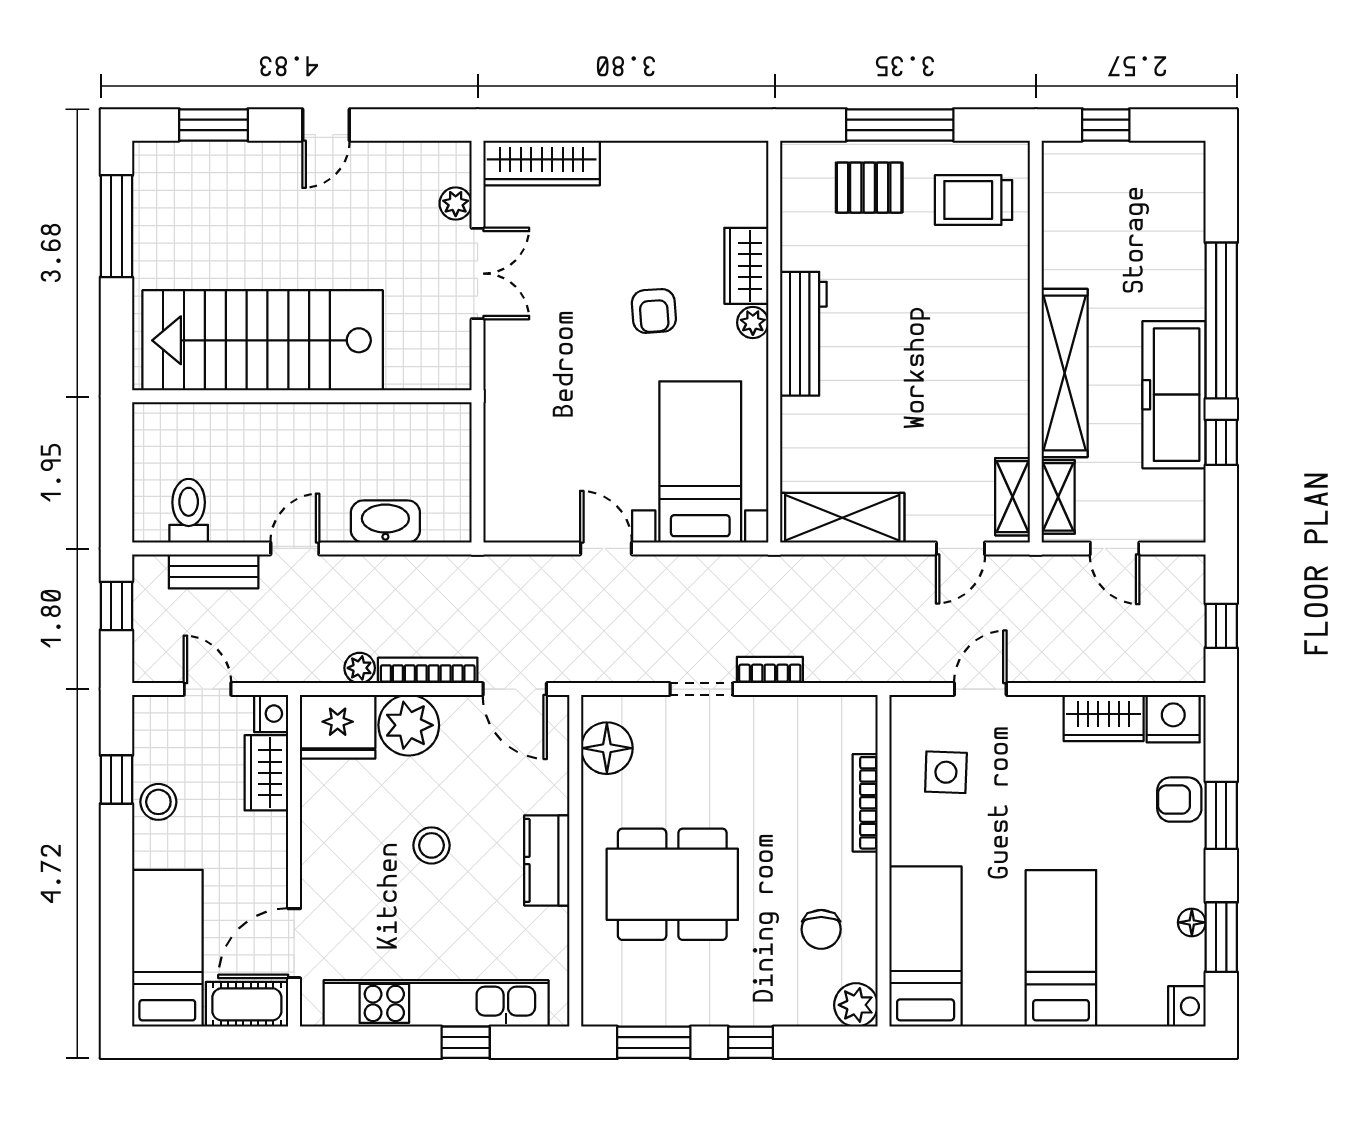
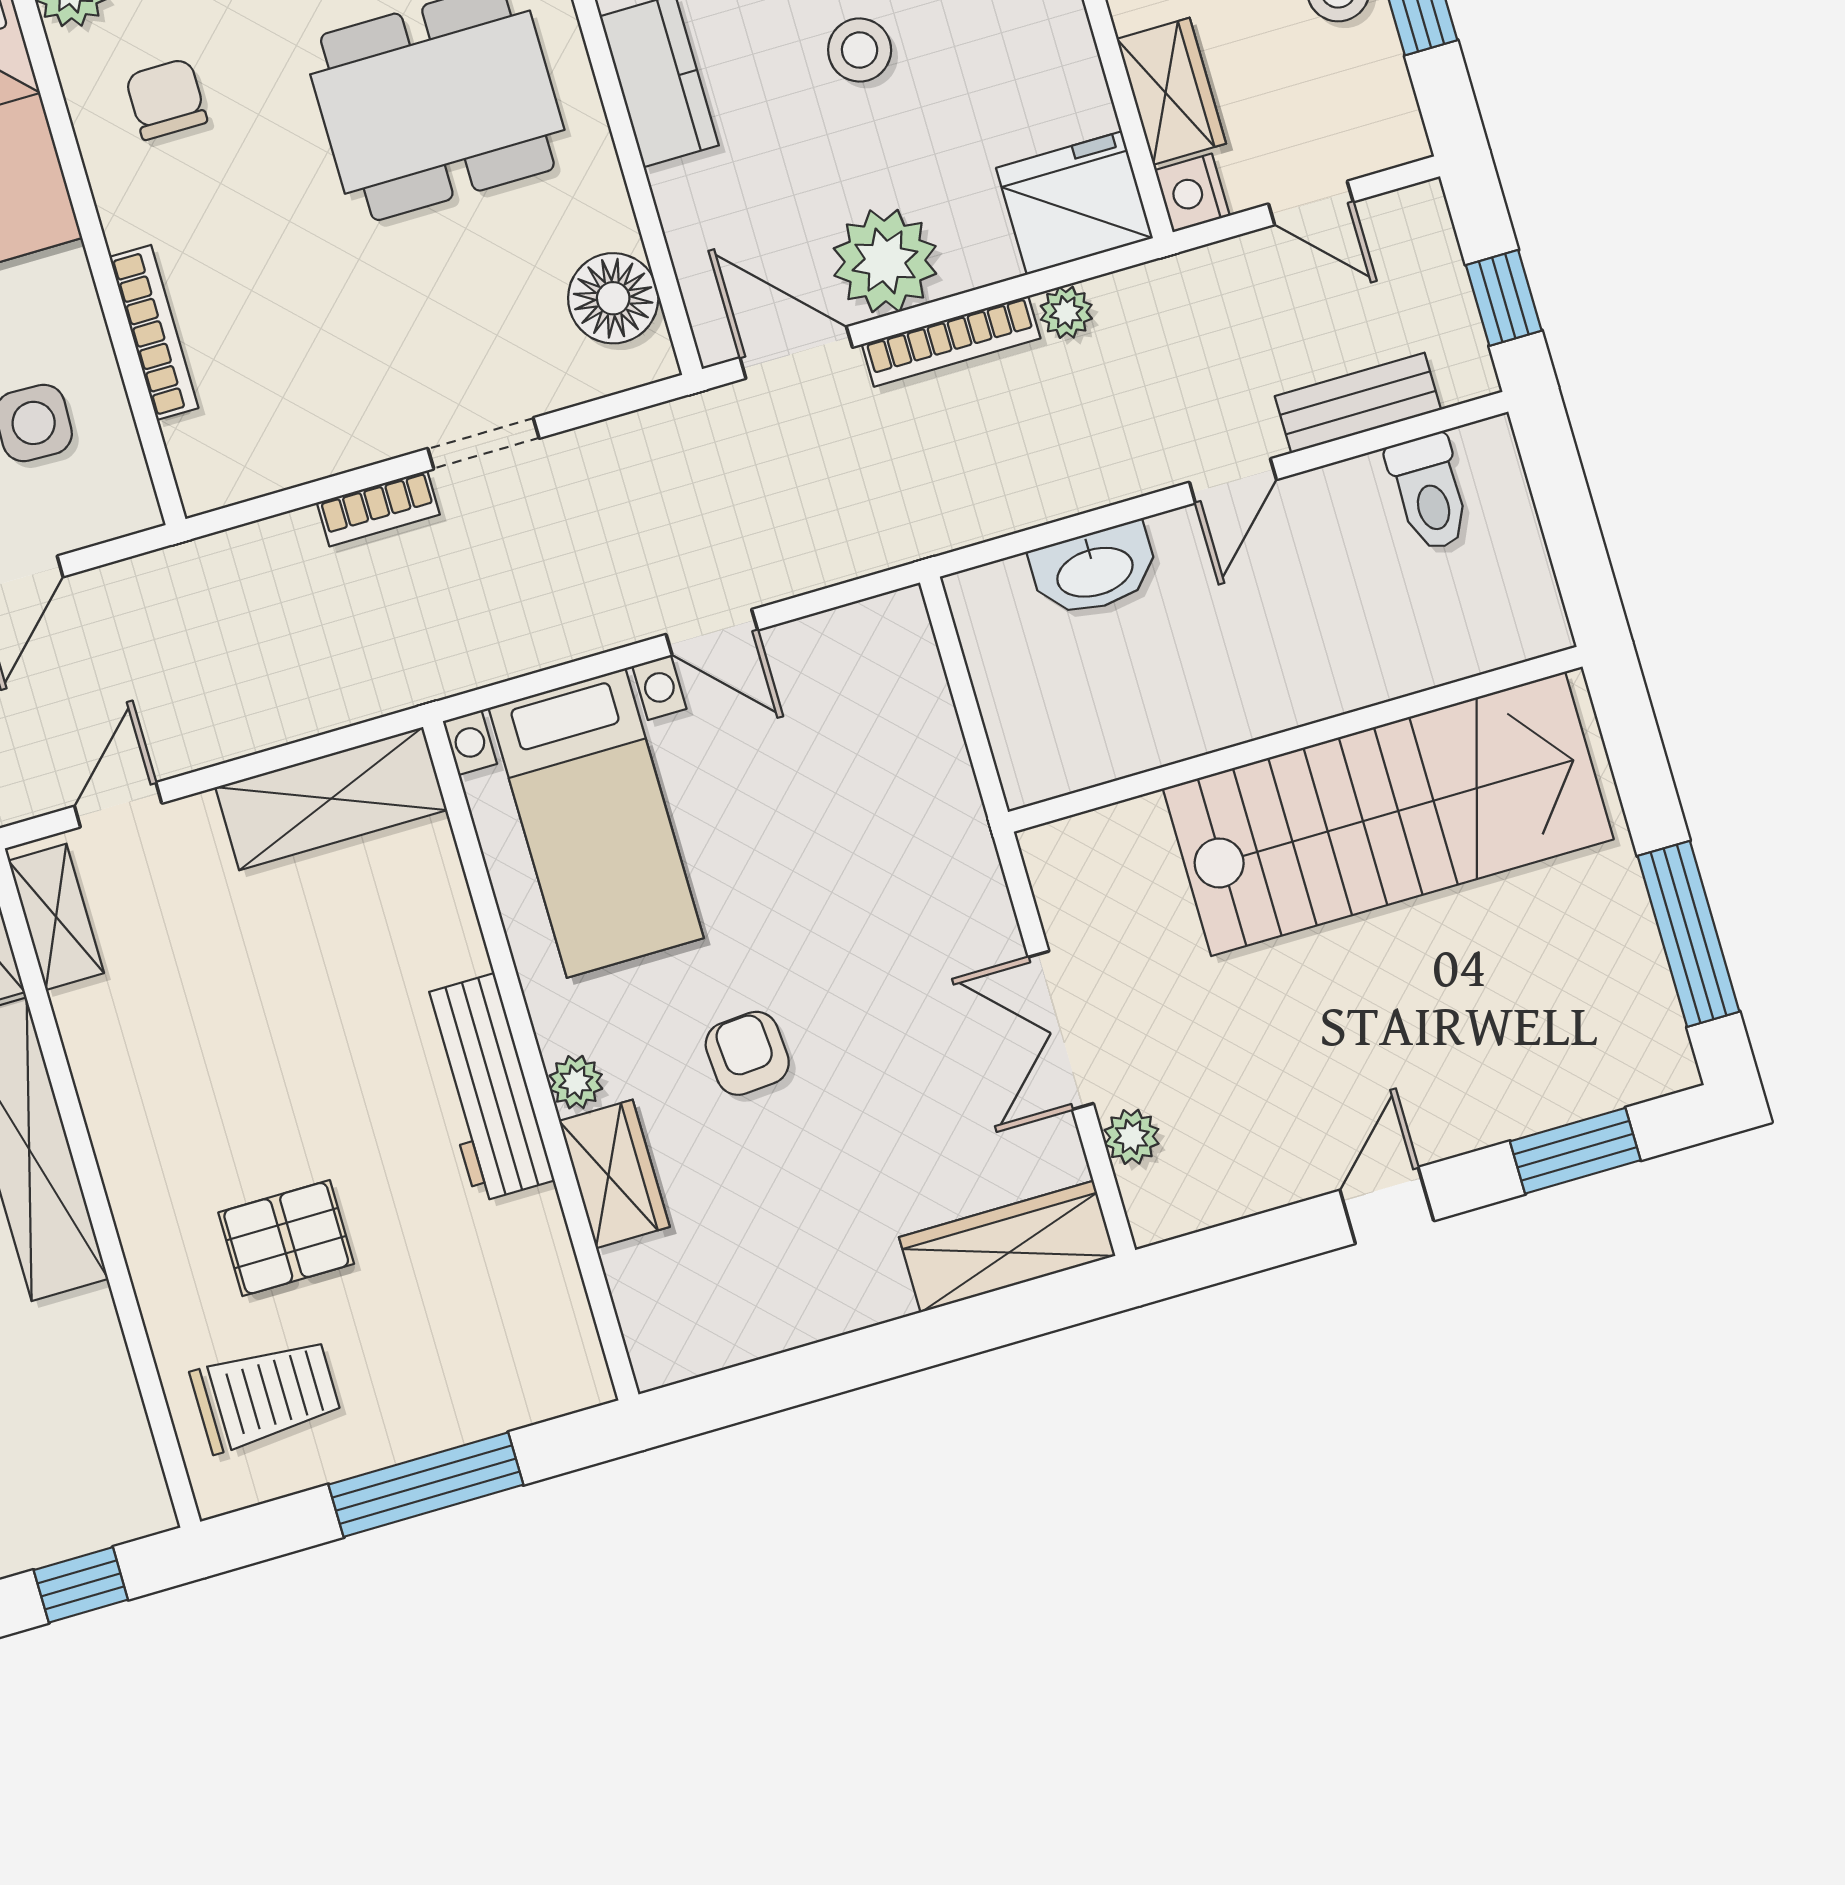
pallet: (869, 188) -> (286, 1238), moved
plant: (409, 725) -> (885, 261), moved

